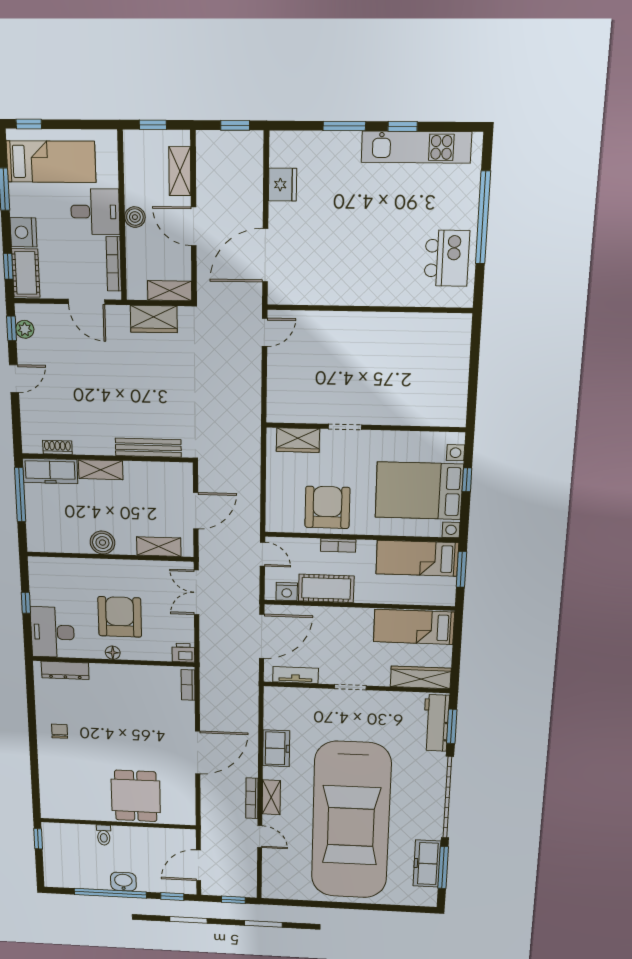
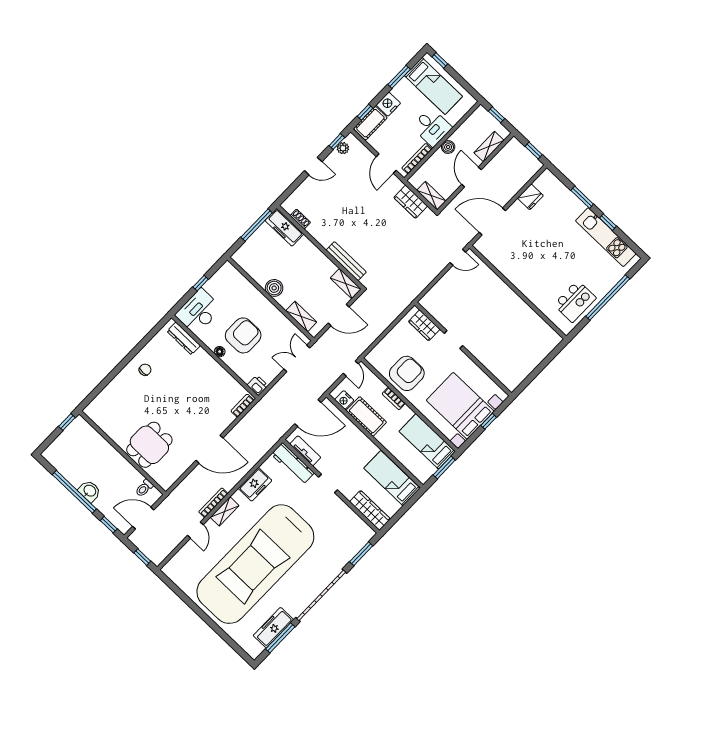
shelving: (101, 470) -> (346, 283), moved
workbench: (436, 723) -> (293, 464), moved, turned -90
toilet: (104, 835) -> (144, 488), moved

